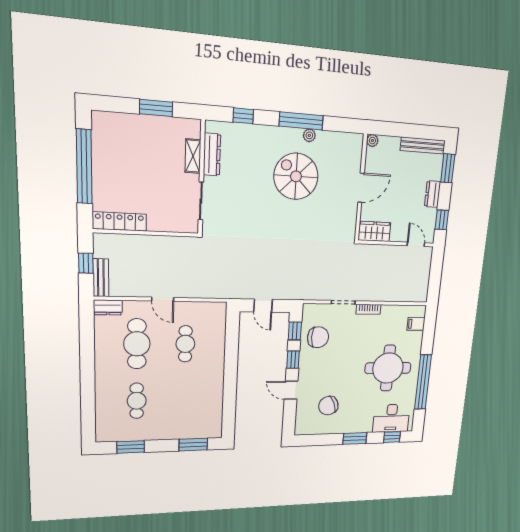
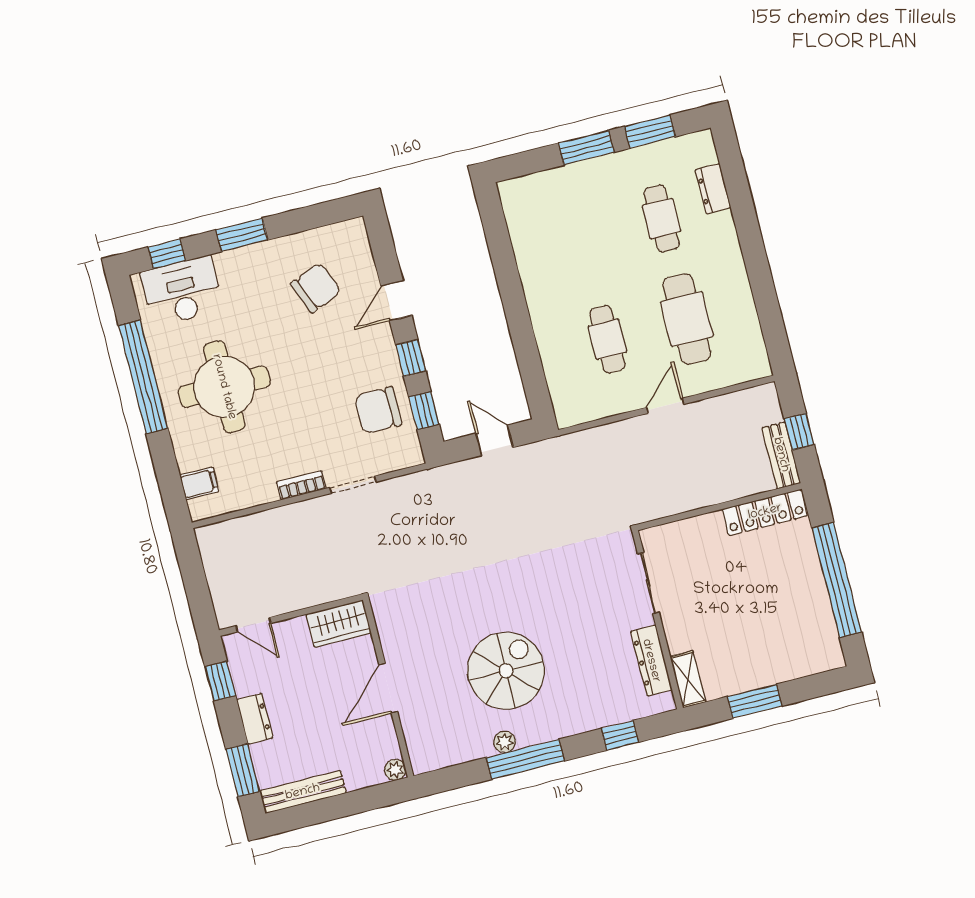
shelving: (193, 156) -> (688, 679), moved
spiral stairs: (296, 176) -> (506, 671), turned -90
bench: (101, 278) -> (781, 455), moved
door: (163, 299) -> (665, 406), hinge flipped
dresser: (108, 307) -> (713, 189), moved, turned -90
door: (291, 390) -> (396, 301), swing flipped
window: (193, 445) -> (586, 148), moved

